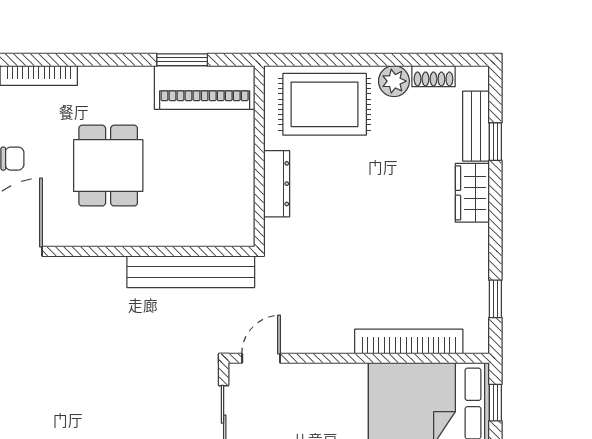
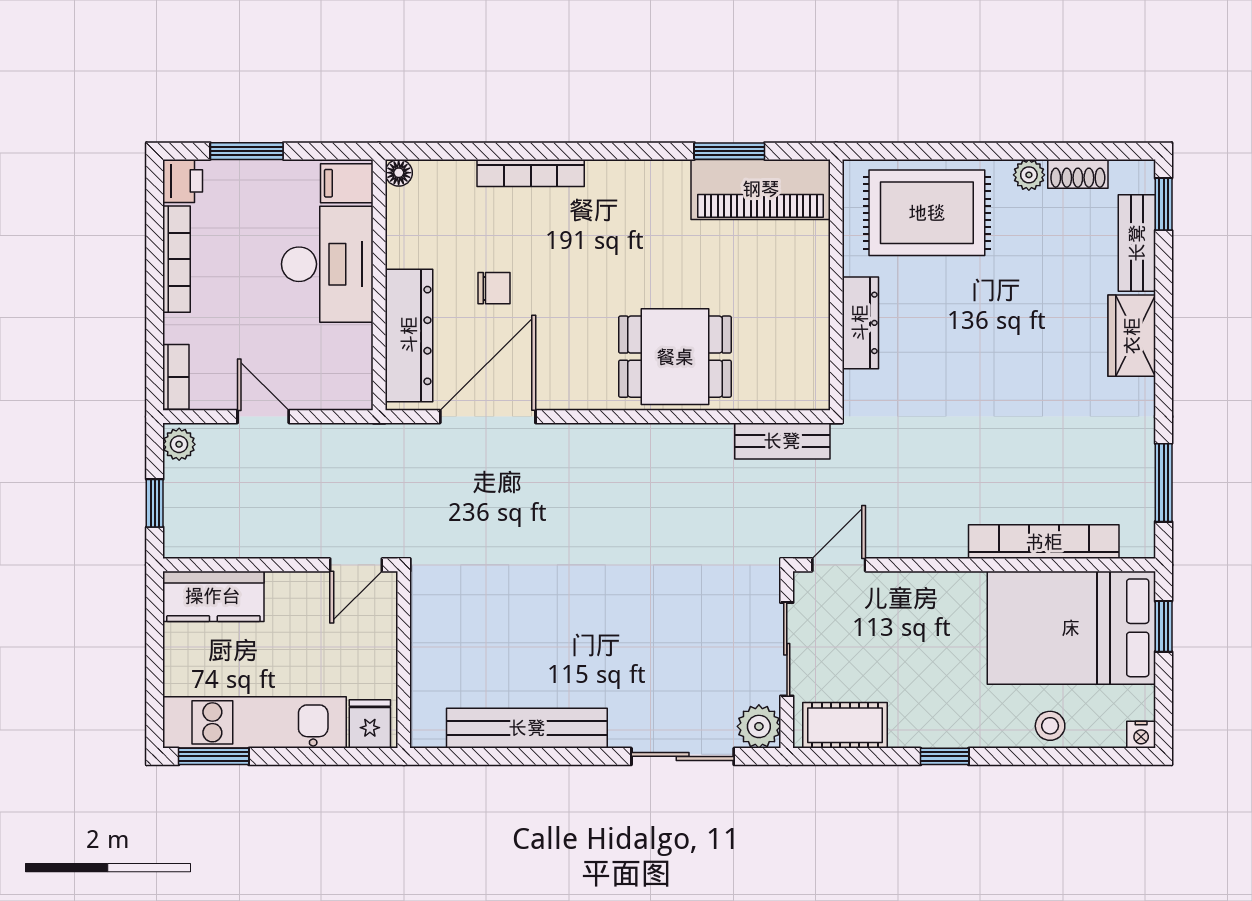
plant: (394, 81) -> (1029, 175), width x0.73, depth x0.73
window: (495, 142) -> (1164, 204), moved
dining table: (108, 166) -> (675, 357), moved, turned 90
bench: (191, 272) -> (782, 441), width x0.54, depth x0.82
window: (495, 299) -> (1164, 483), width x1.50

